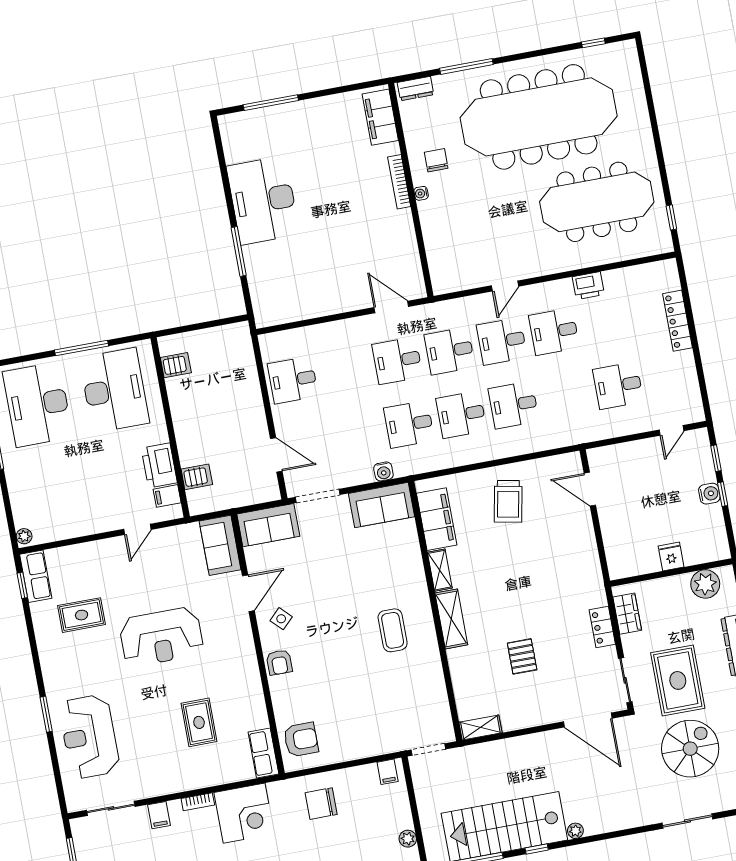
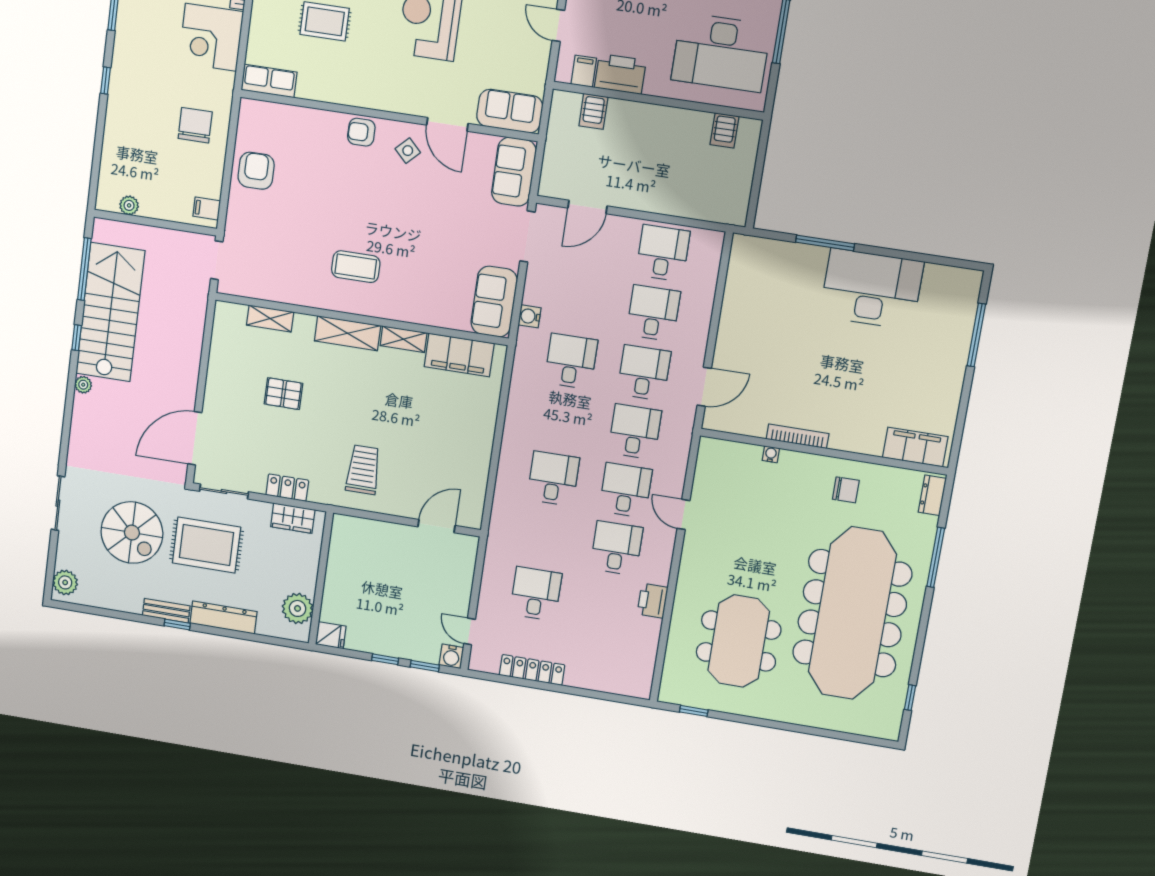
bookcase: (399, 182) -> (798, 436), moved
water cooler: (421, 193) -> (771, 454), moved
meeting table: (597, 202) -> (739, 641), width x0.73
locker: (677, 321) -> (532, 670), moved
desk: (461, 415) -> (653, 313), moved
water cooler: (709, 494) -> (451, 656), moved
trolley: (508, 501) -> (363, 470), moved, turned 79
fridge: (671, 556) -> (331, 635), moved
shelving: (480, 727) -> (270, 319), moved, turned 90
armchair: (301, 740) -> (256, 171), moved, turned 180

